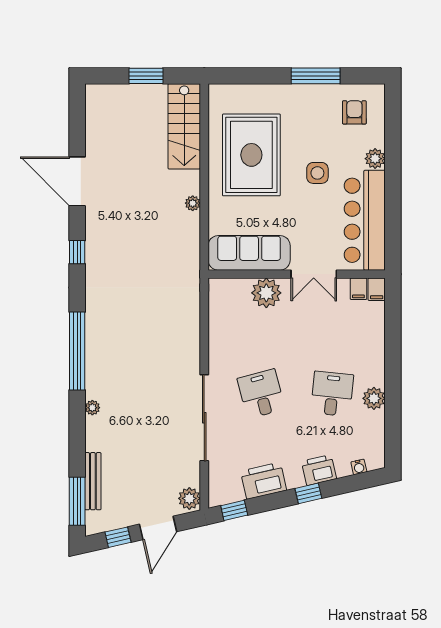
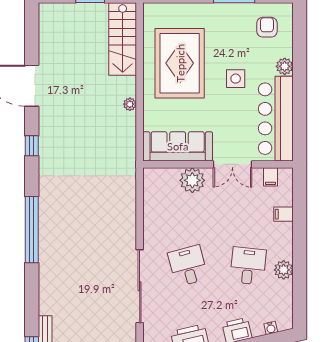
filing cabinet: (377, 289) -> (283, 214), moved, turned 90
plant: (92, 408) -> (45, 278), removed

